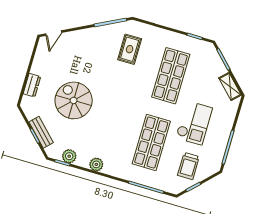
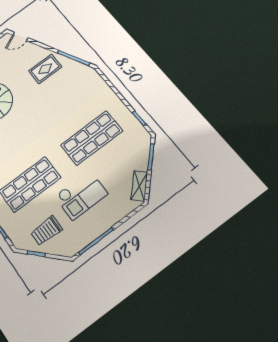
rug: (130, 49) -> (45, 69), moved

